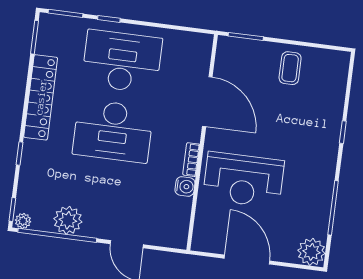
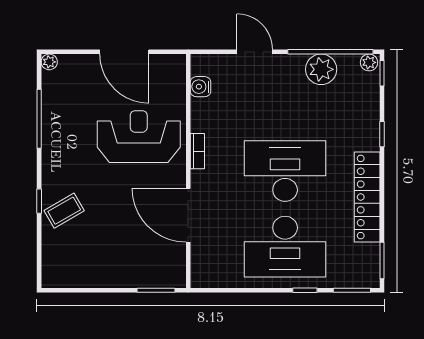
coffee table: (290, 68) -> (64, 211), moved, turned 60
water cooler: (185, 186) -> (200, 87), moved
plant: (311, 252) -> (49, 62), width x0.53, depth x0.53

